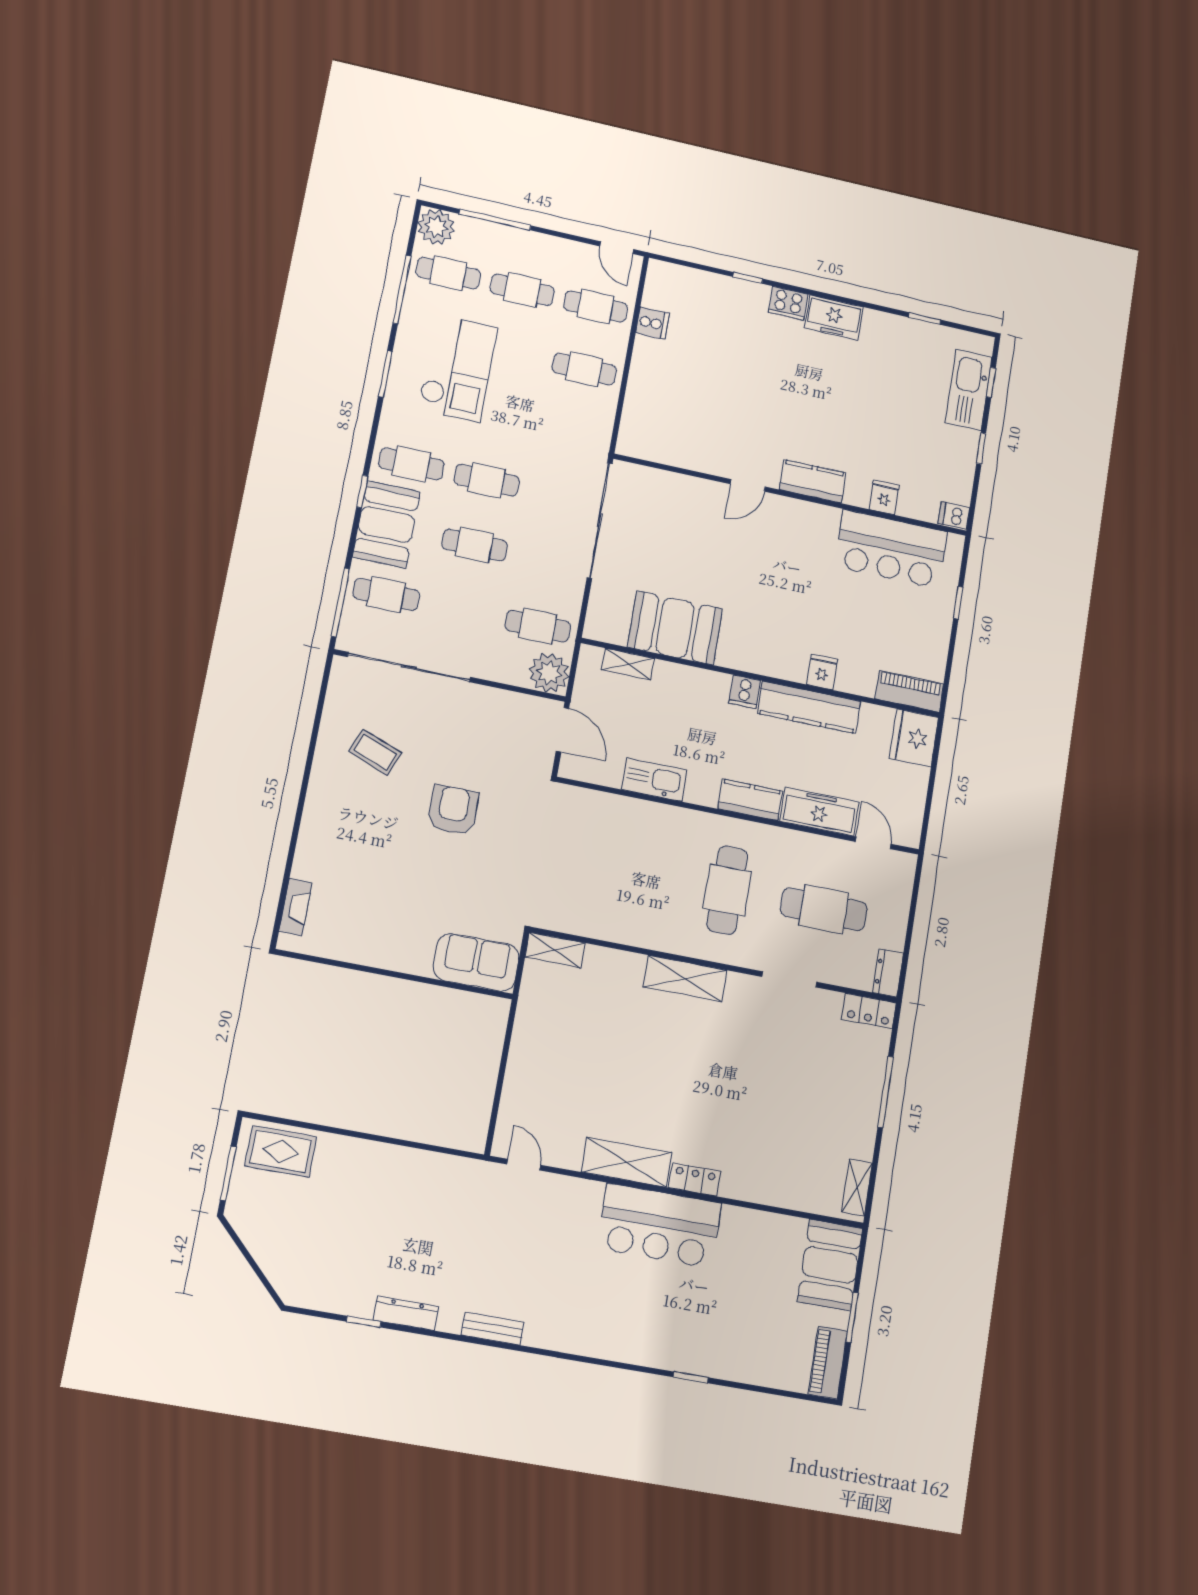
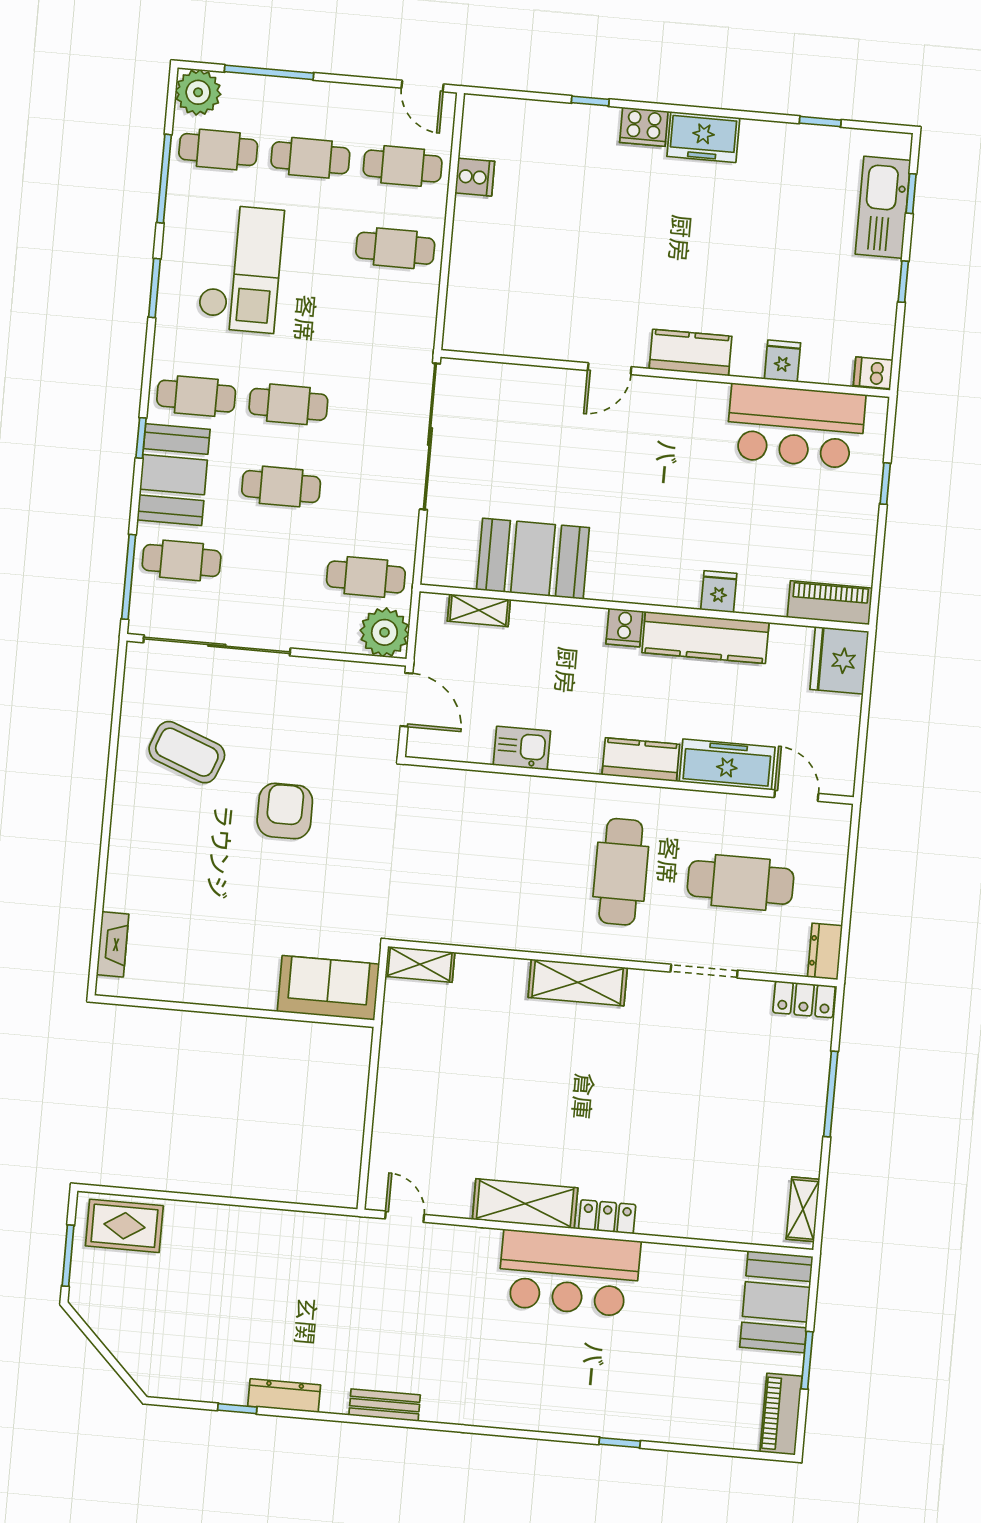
coffee table: (375, 752) -> (187, 752), width x1.36, depth x1.30
kitchen sink: (654, 780) -> (522, 748), width x0.73

